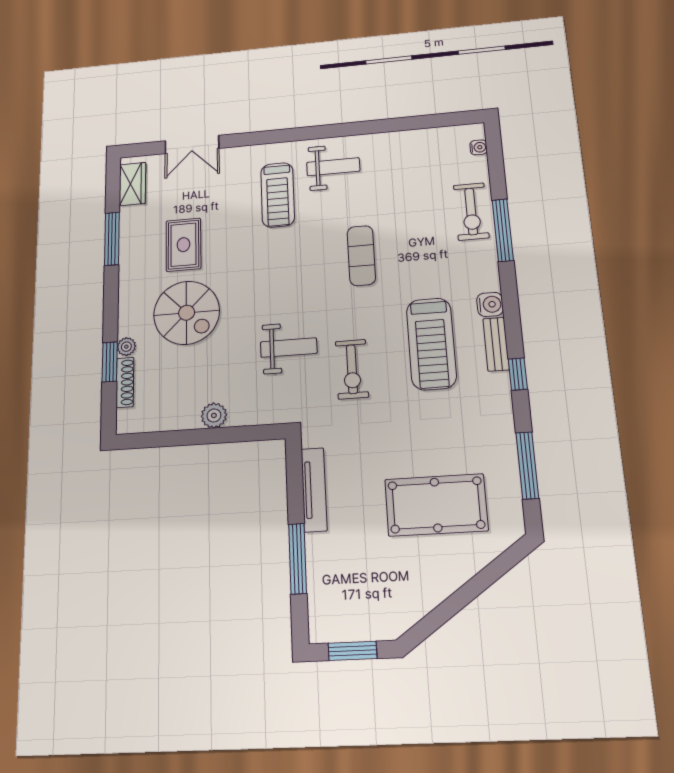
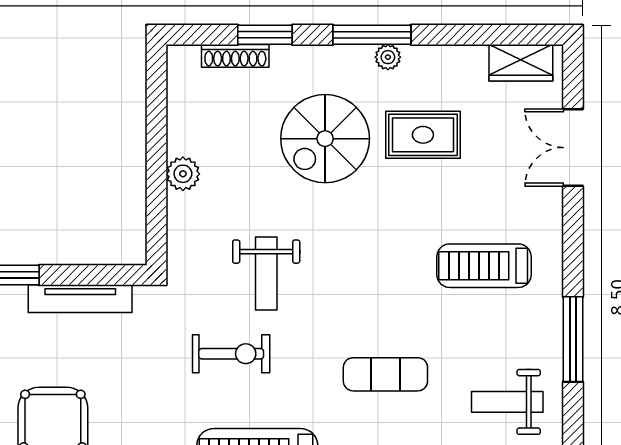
window: (328, 131) -> (573, 339), added
weight bench: (333, 167) -> (507, 402), moved, turned 90
window: (112, 239) -> (372, 35), moved
plant: (126, 347) -> (388, 57), moved
exercise bike: (352, 369) -> (231, 354), turned 180

